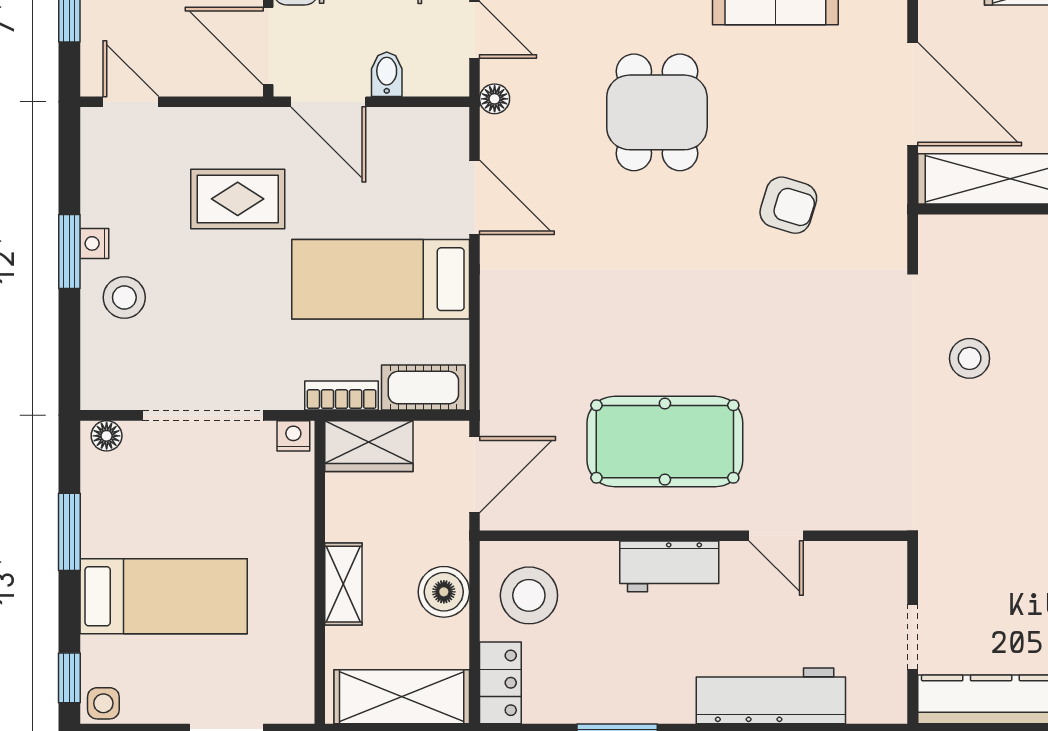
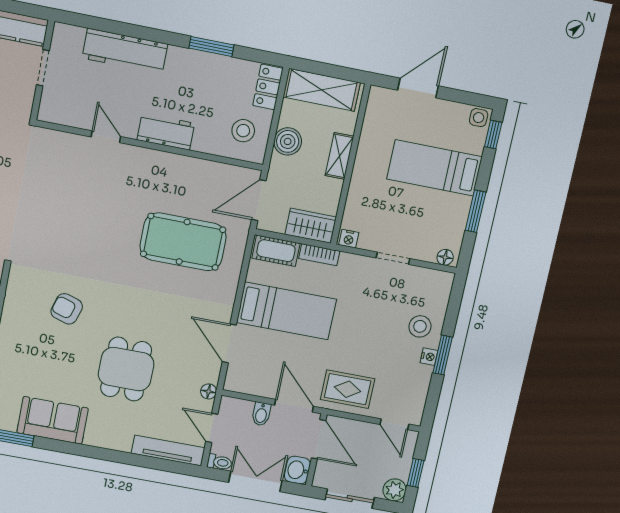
rug: (238, 199) -> (348, 389), moved
doorway: (203, 415) -> (393, 258), width x0.53
pool table: (665, 442) -> (183, 242), moved
stool: (529, 595) -> (243, 131), width x0.73, depth x0.73

